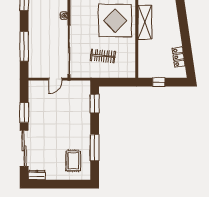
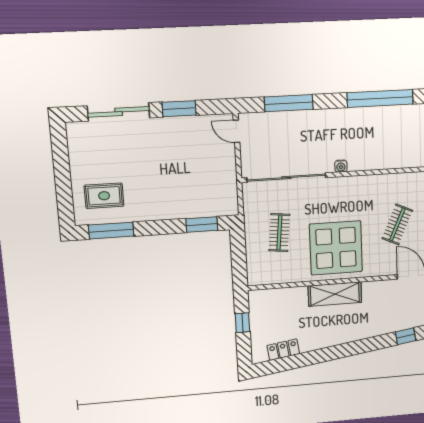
door: (55, 79) -> (237, 131), moved
window: (95, 148) -> (111, 231), moved
dresser: (37, 175) -> (74, 136), removed

